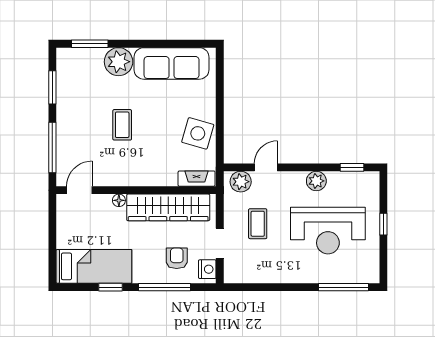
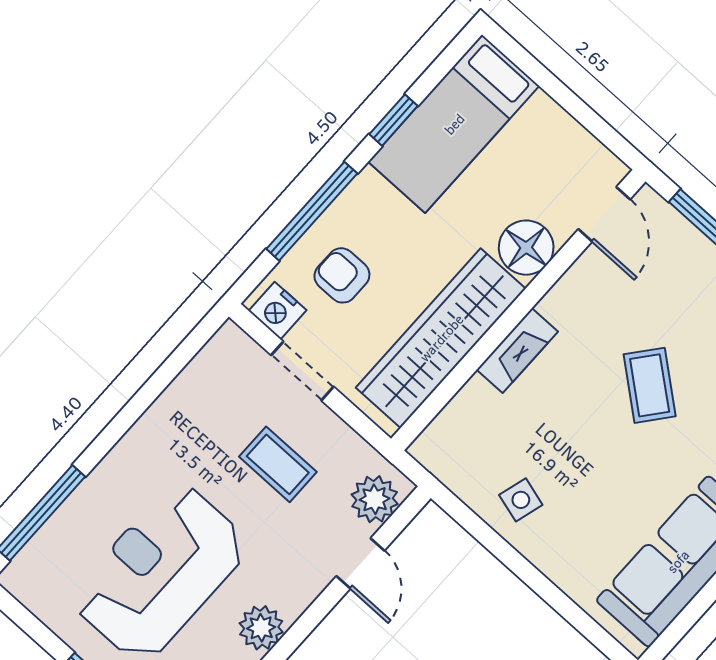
coffee table: (122, 125) -> (650, 385), turned 39
side table: (198, 133) -> (521, 500), width x0.54, depth x0.54
fireplace: (197, 179) -> (517, 351), moved
floor lamp: (119, 200) -> (526, 248), width x1.89, depth x1.89
armchair: (177, 258) -> (342, 275), turned 180

